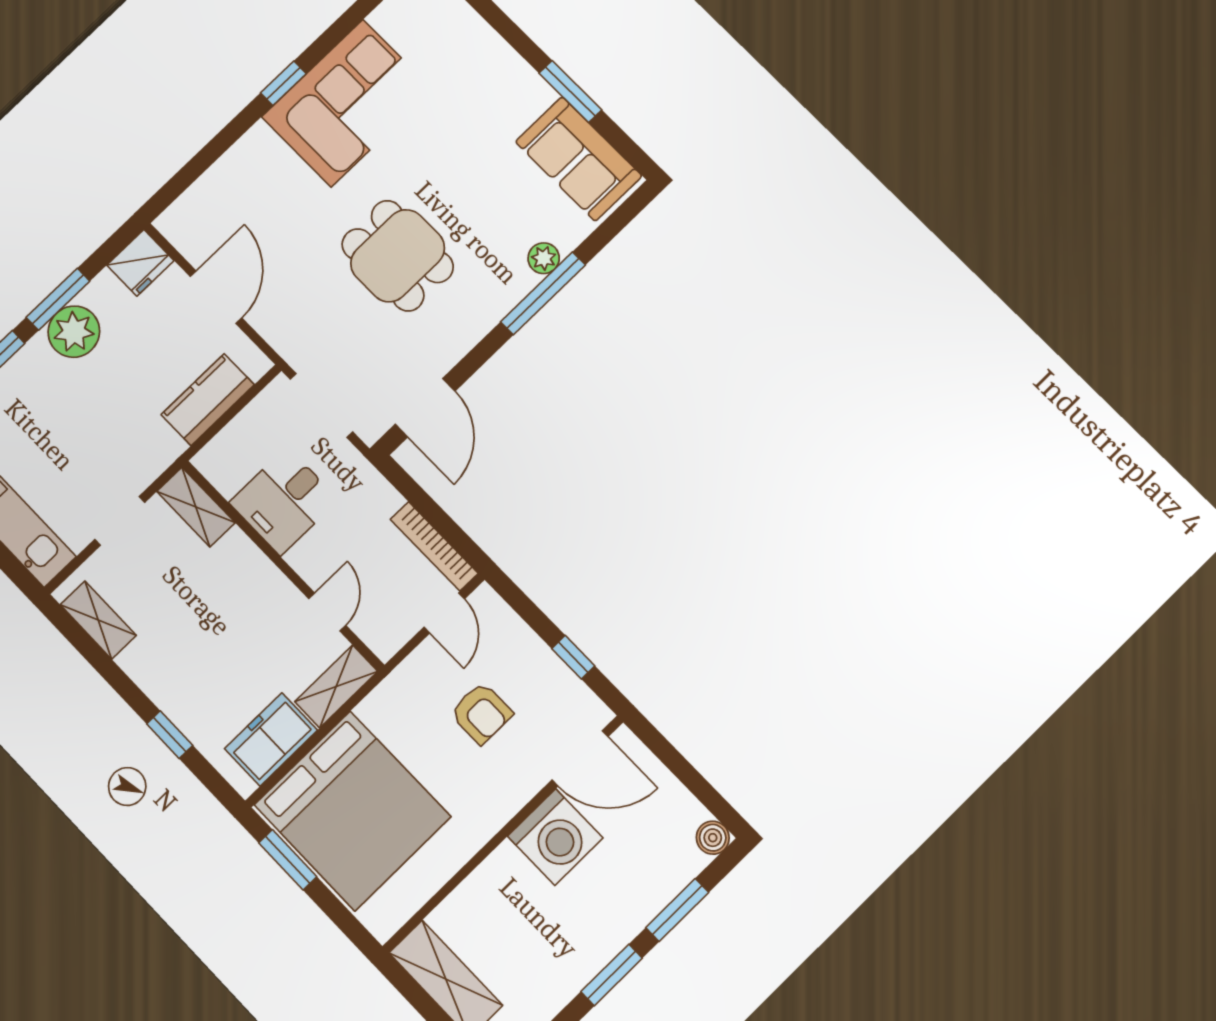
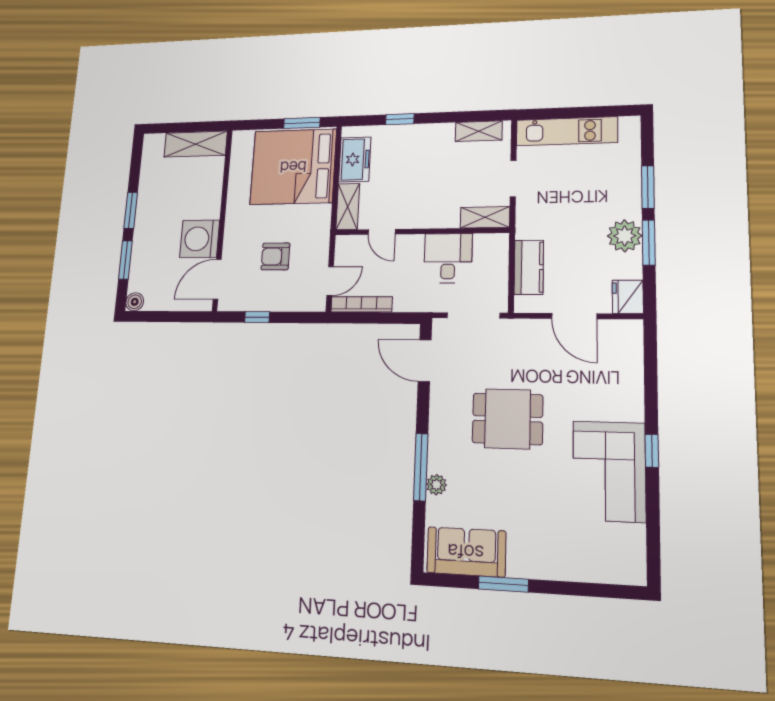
door: (444, 613) -> (330, 281), swing flipped

